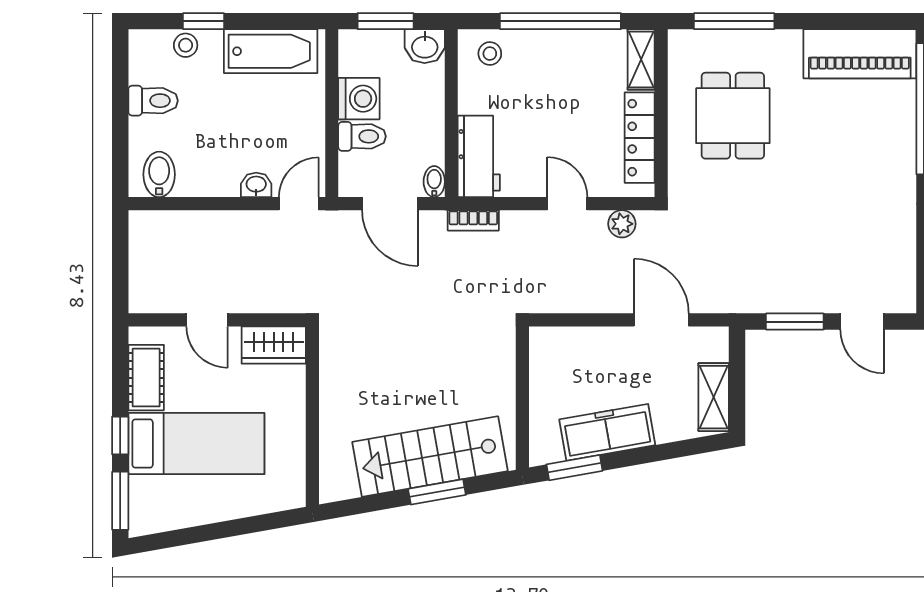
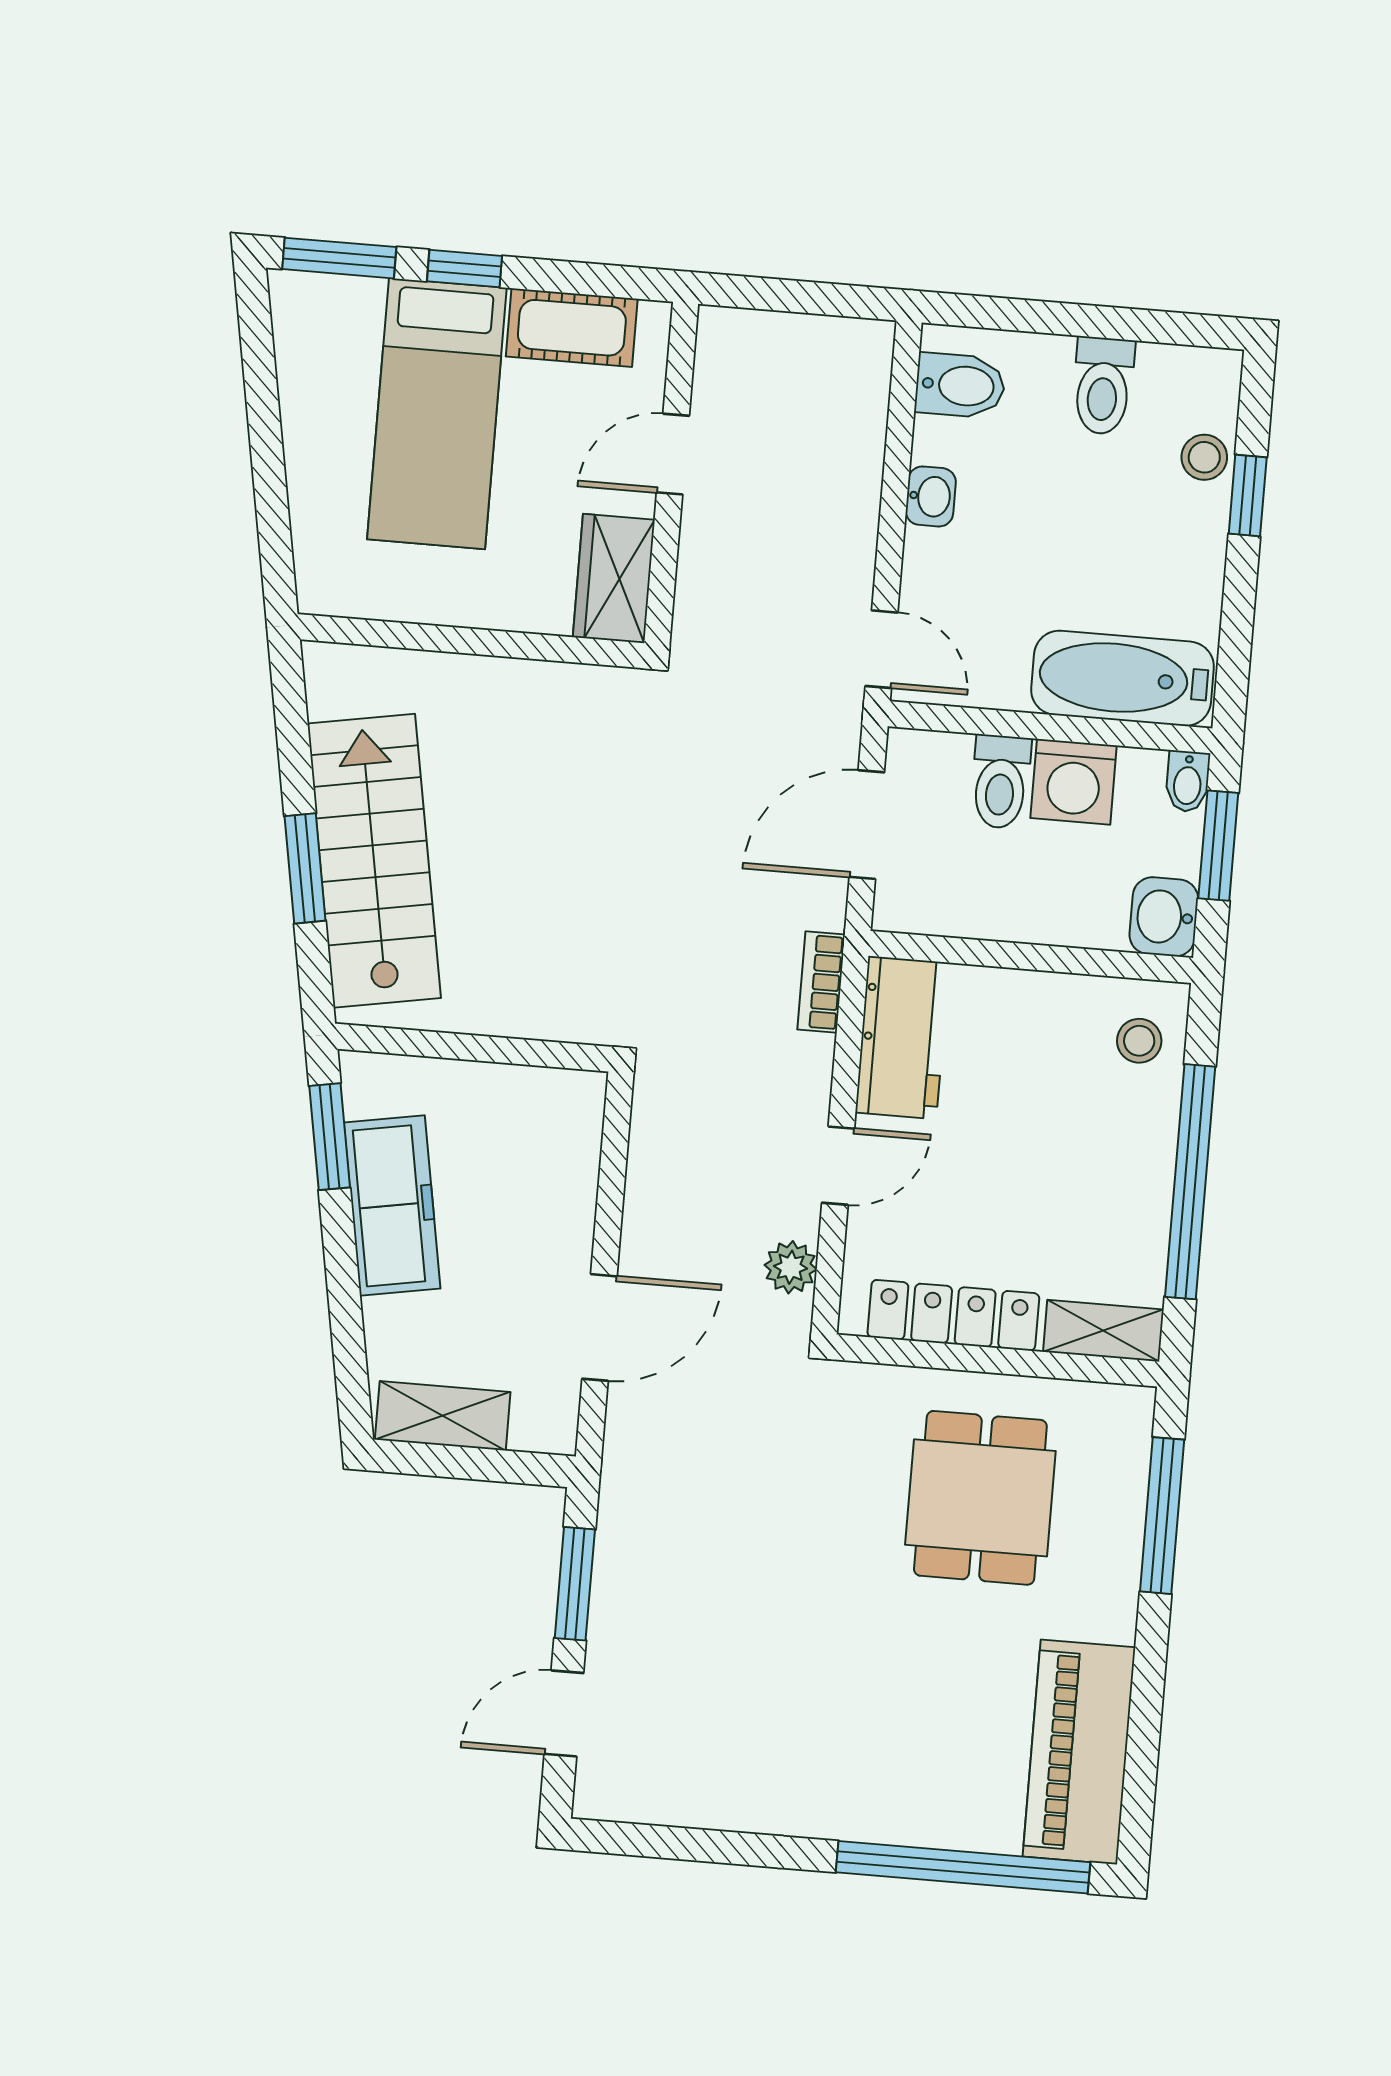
bathtub: (271, 51) -> (1123, 678), moved, turned 90
dining table: (733, 116) -> (980, 1498), turned 90
workbench: (479, 156) -> (902, 1038), moved, turned -90
bidet: (434, 182) -> (1188, 781), moved, turned 90
washbasin: (256, 185) -> (931, 496), moved

